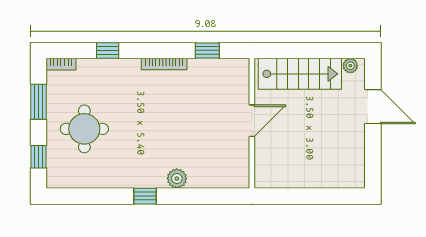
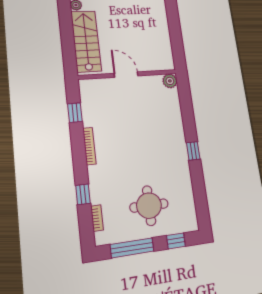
bookcase: (61, 64) -> (97, 218), moved
window: (38, 102) -> (132, 248), width x1.44
plant: (177, 179) -> (170, 81), moved

